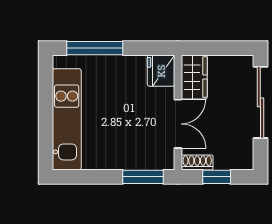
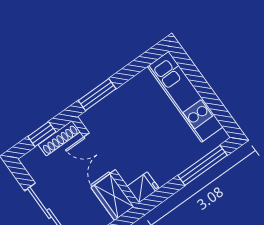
fridge: (161, 71) -> (143, 187), width x0.72
shoe rack: (197, 162) -> (59, 138), width x1.43

